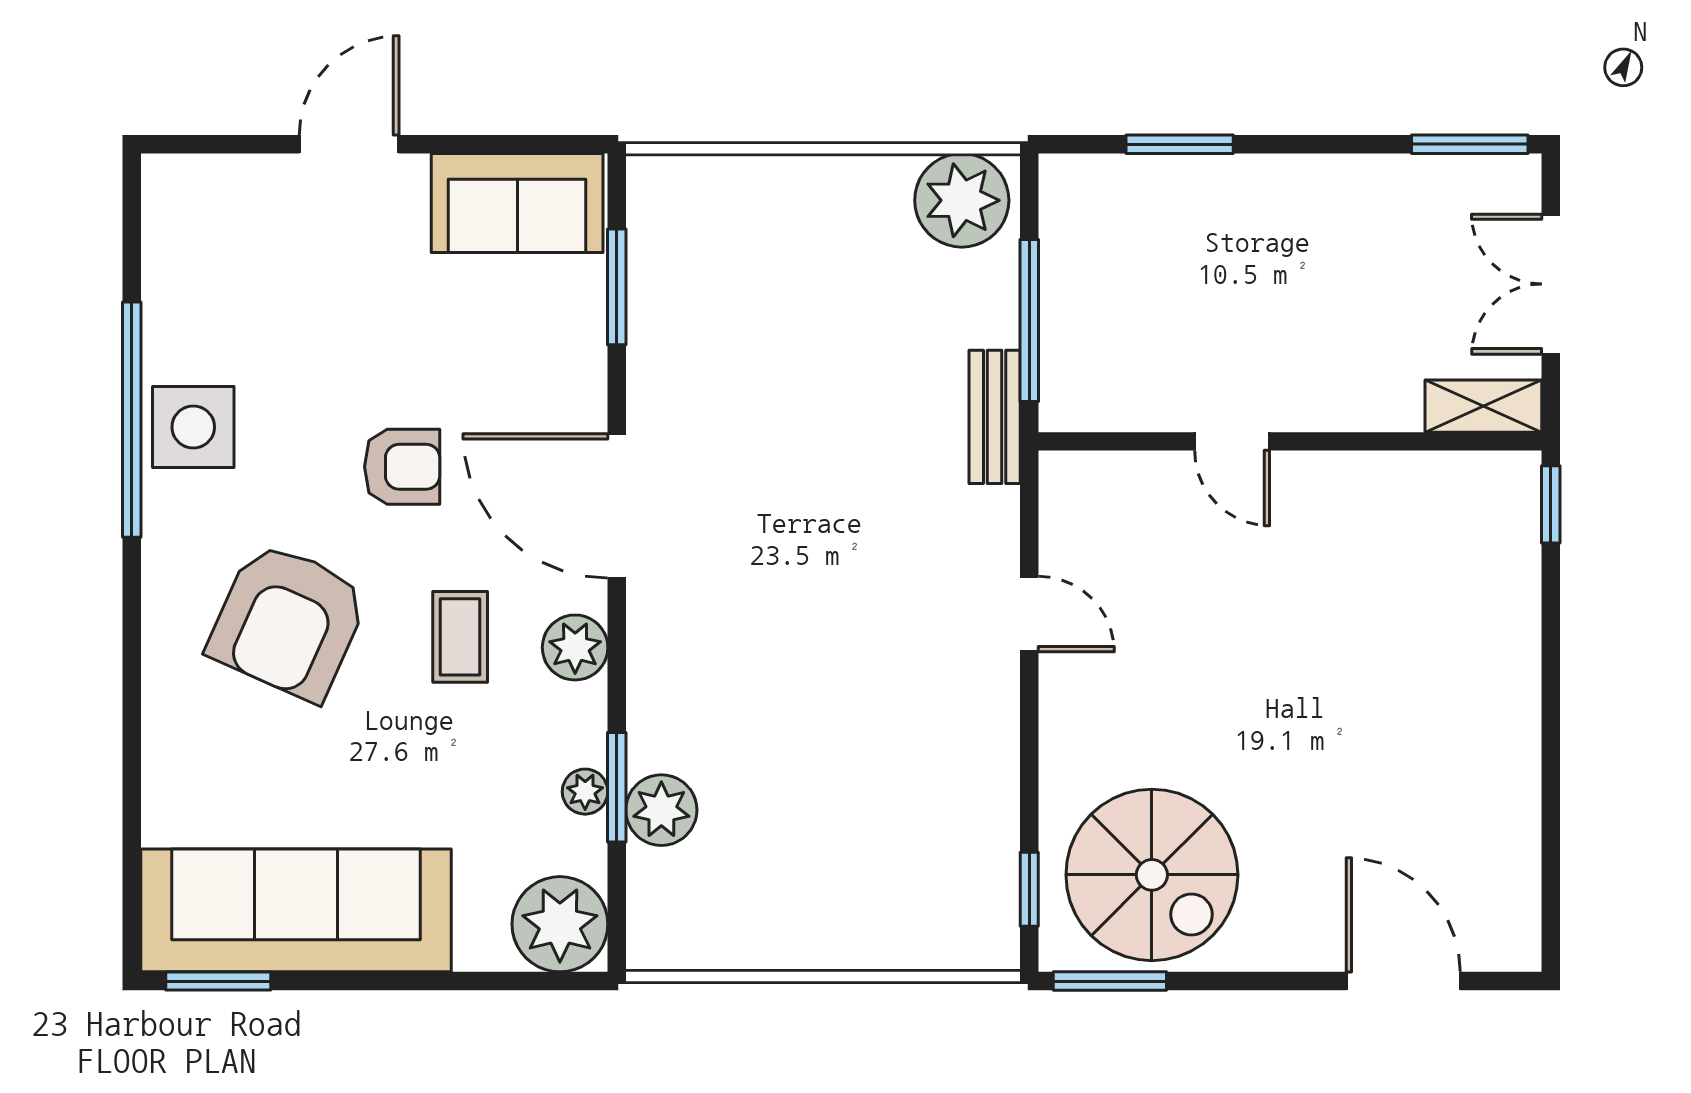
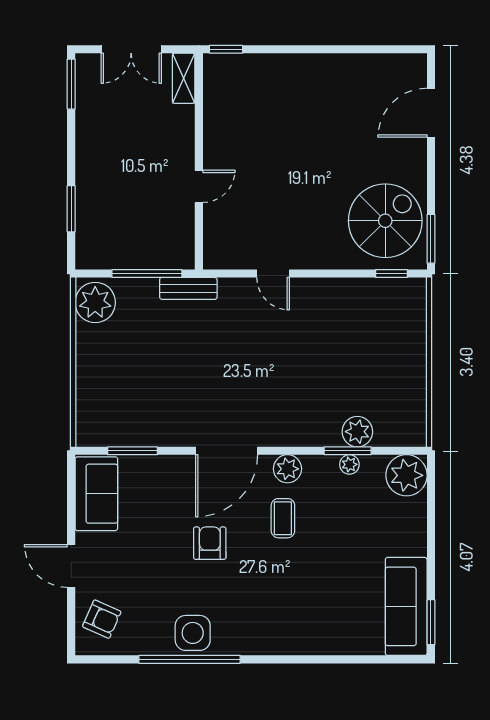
door: (1029, 614) -> (273, 274), swing flipped
armchair: (288, 621) -> (102, 619), moved, width x0.53, depth x0.53
coffee table: (460, 637) -> (283, 518), turned 90
sofa: (296, 910) -> (406, 606), width x0.74, depth x0.79

